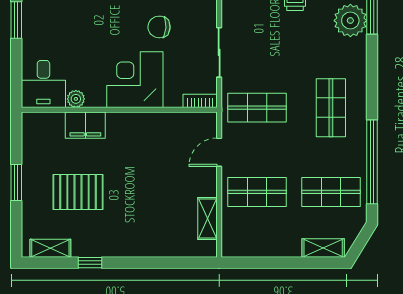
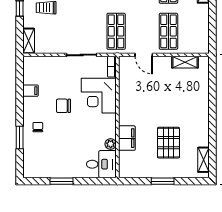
chair: (159, 27) -> (63, 106), moved, turned 87
corner desk: (135, 80) -> (99, 96), moved
window: (90, 263) -> (212, 135), removed

